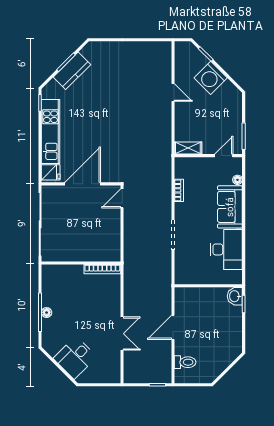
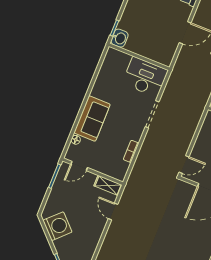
washing machine: (211, 78) -> (57, 226), moved
door: (173, 92) -> (113, 211), moved
desk: (226, 249) -> (145, 77), moved, turned 90

